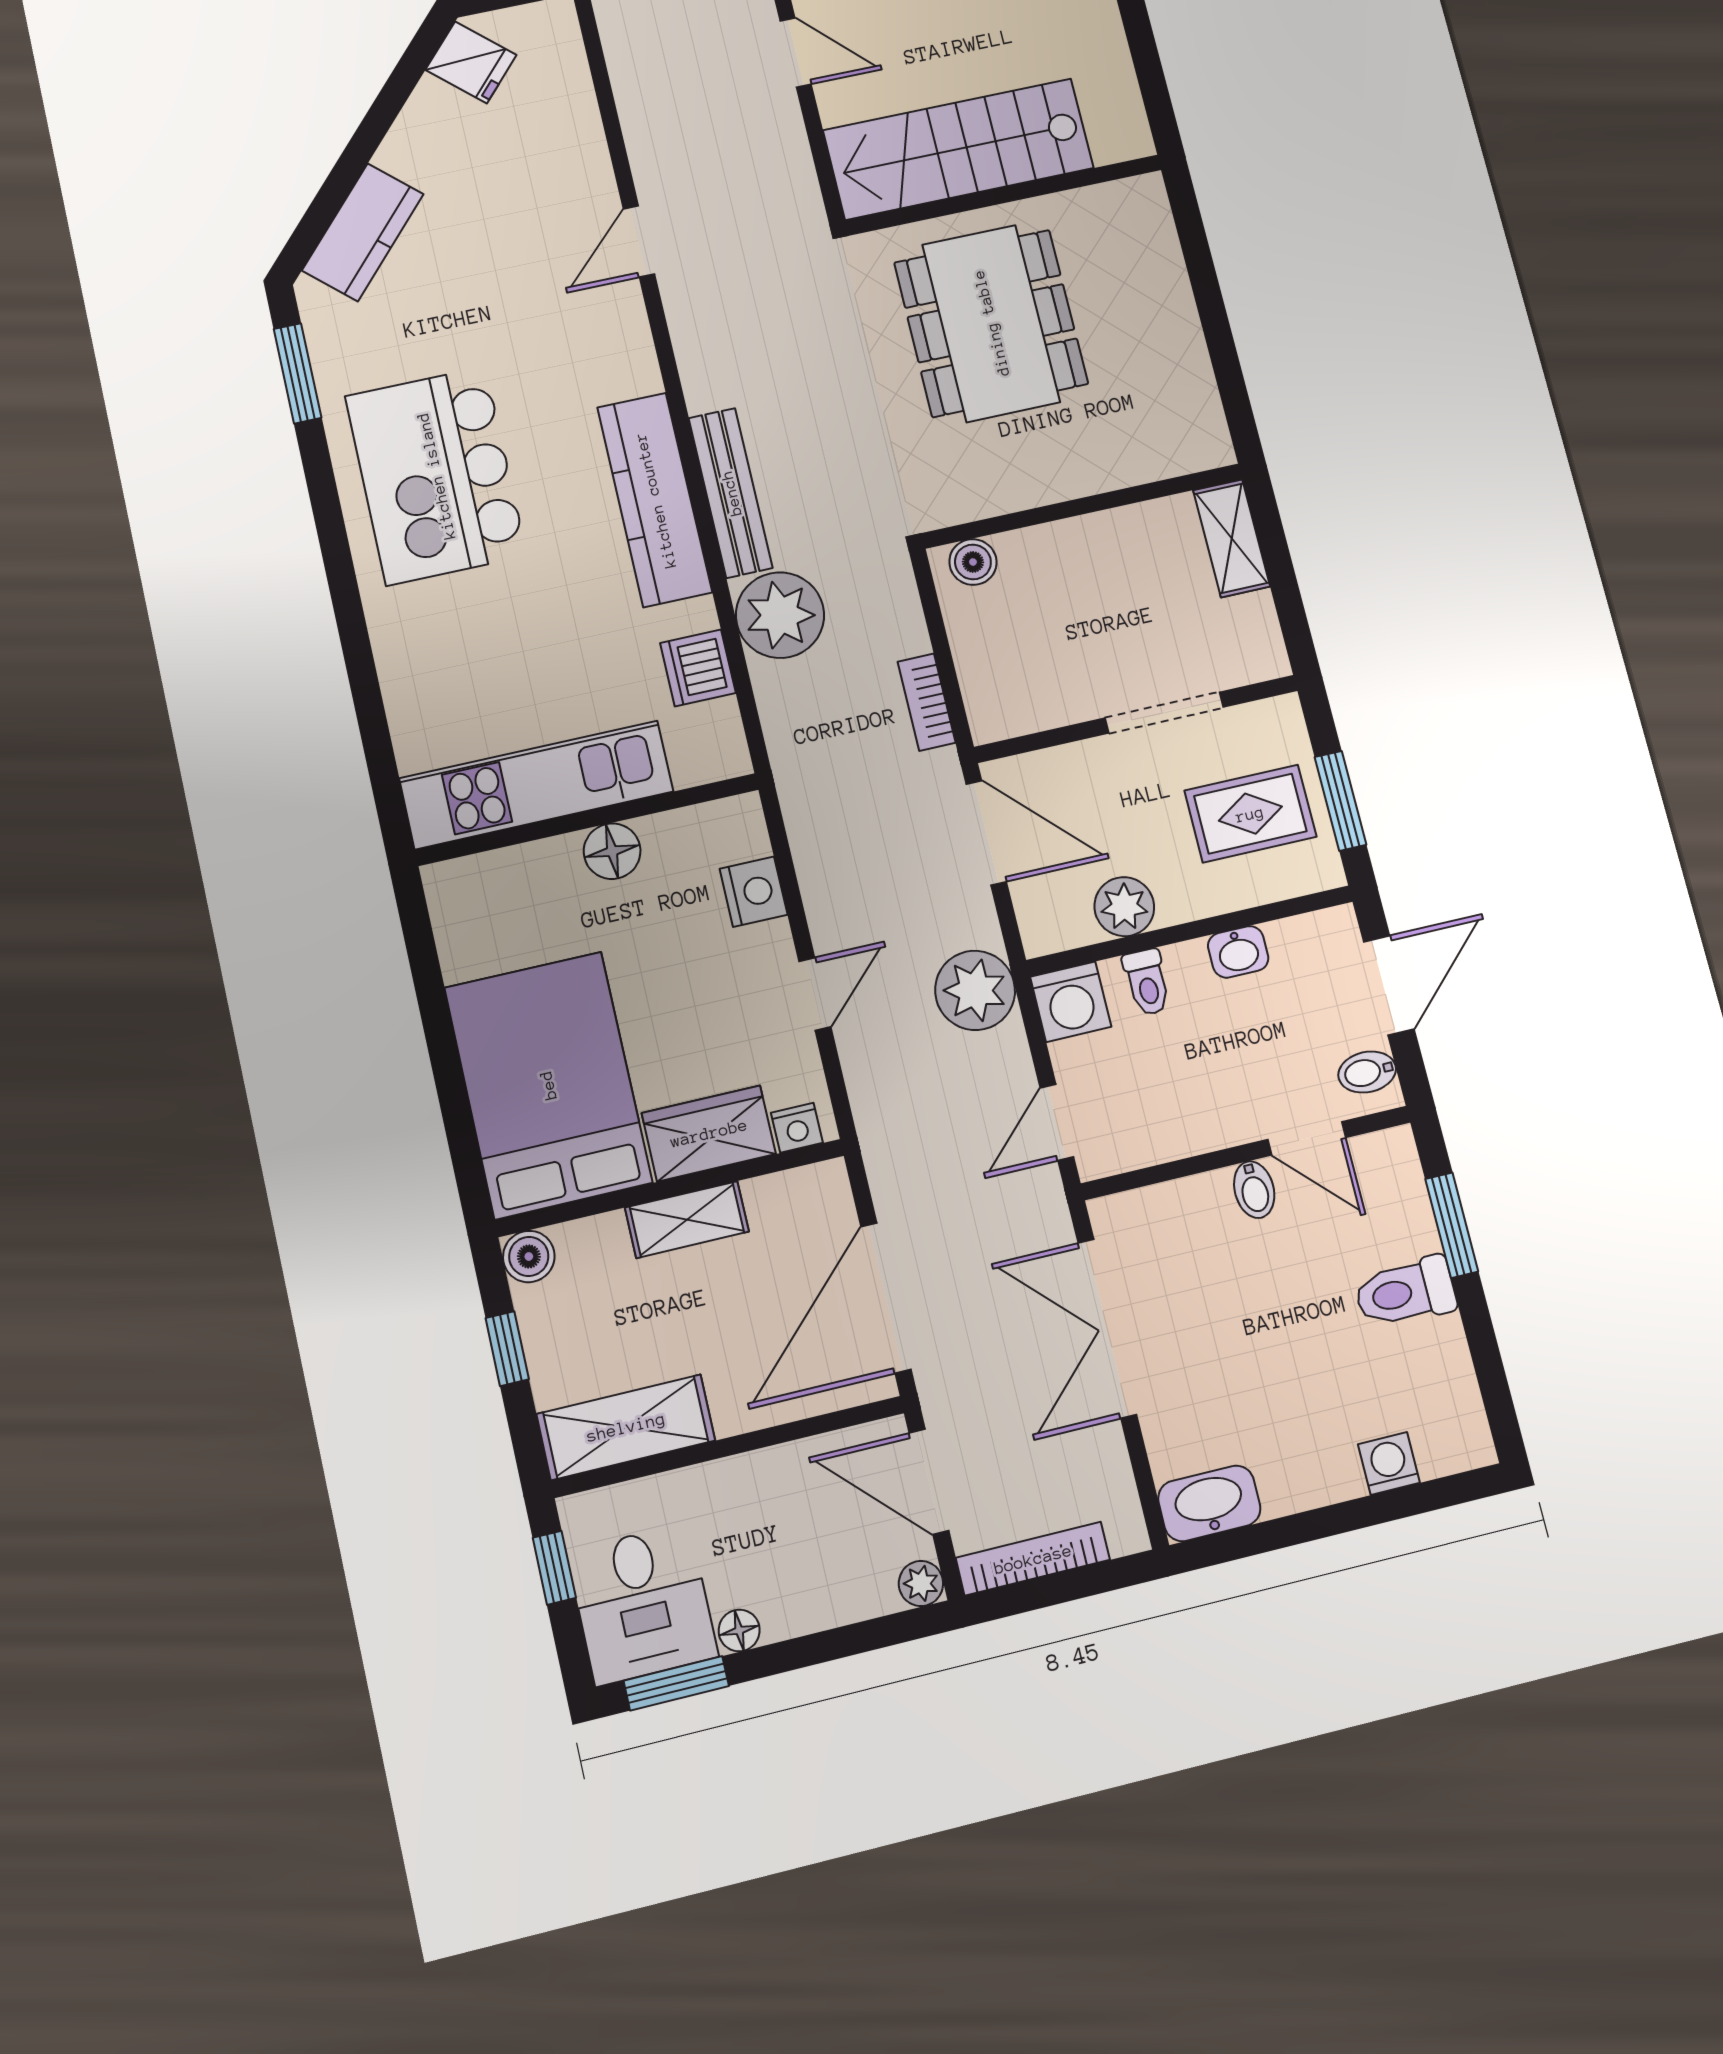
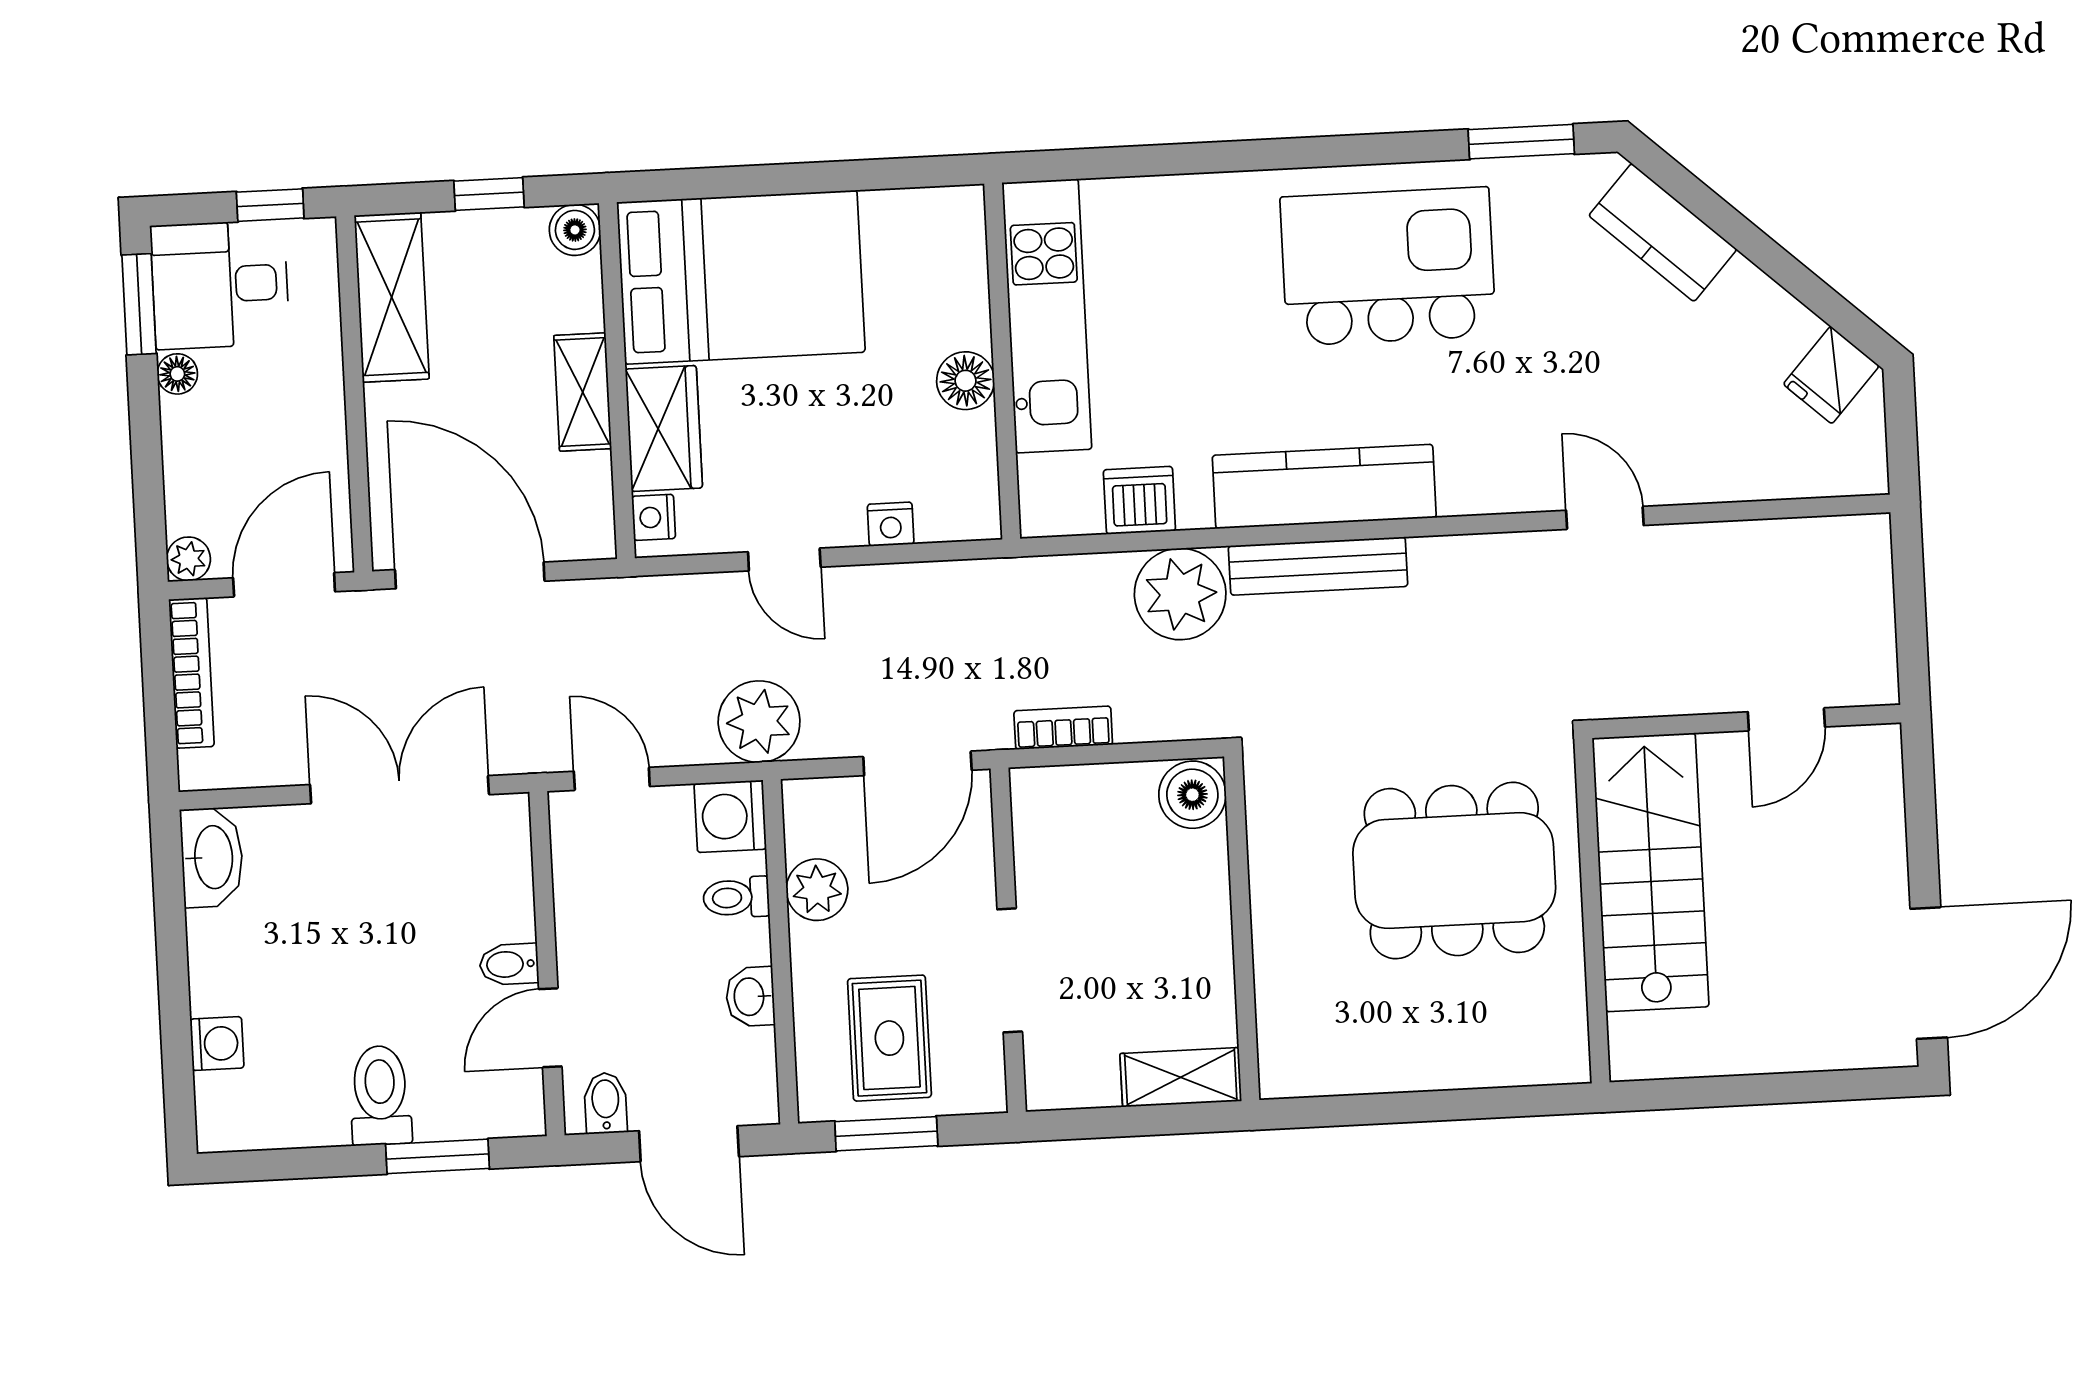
boiler: (973, 562) -> (1192, 795), width x1.36, depth x1.36
nightstand: (754, 892) -> (891, 524), width x0.72, depth x0.74

